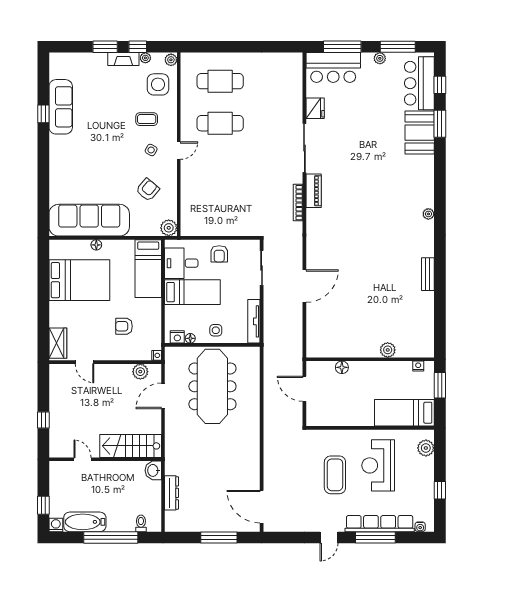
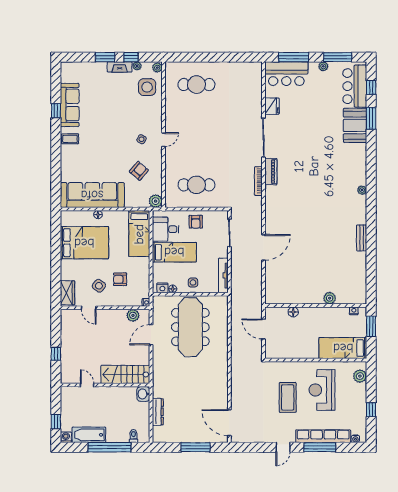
coffee table: (147, 119) -> (70, 139), moved
cafe table: (220, 123) -> (196, 185), moved
side table: (97, 334) -> (99, 286), added

